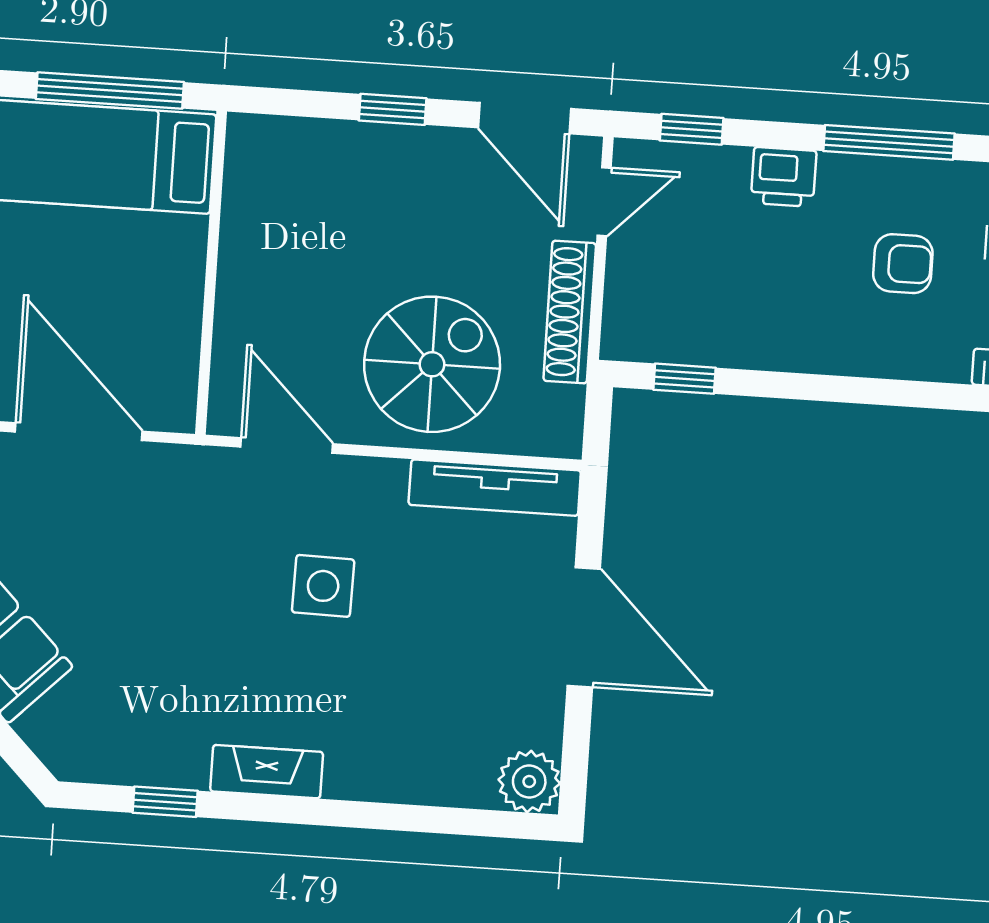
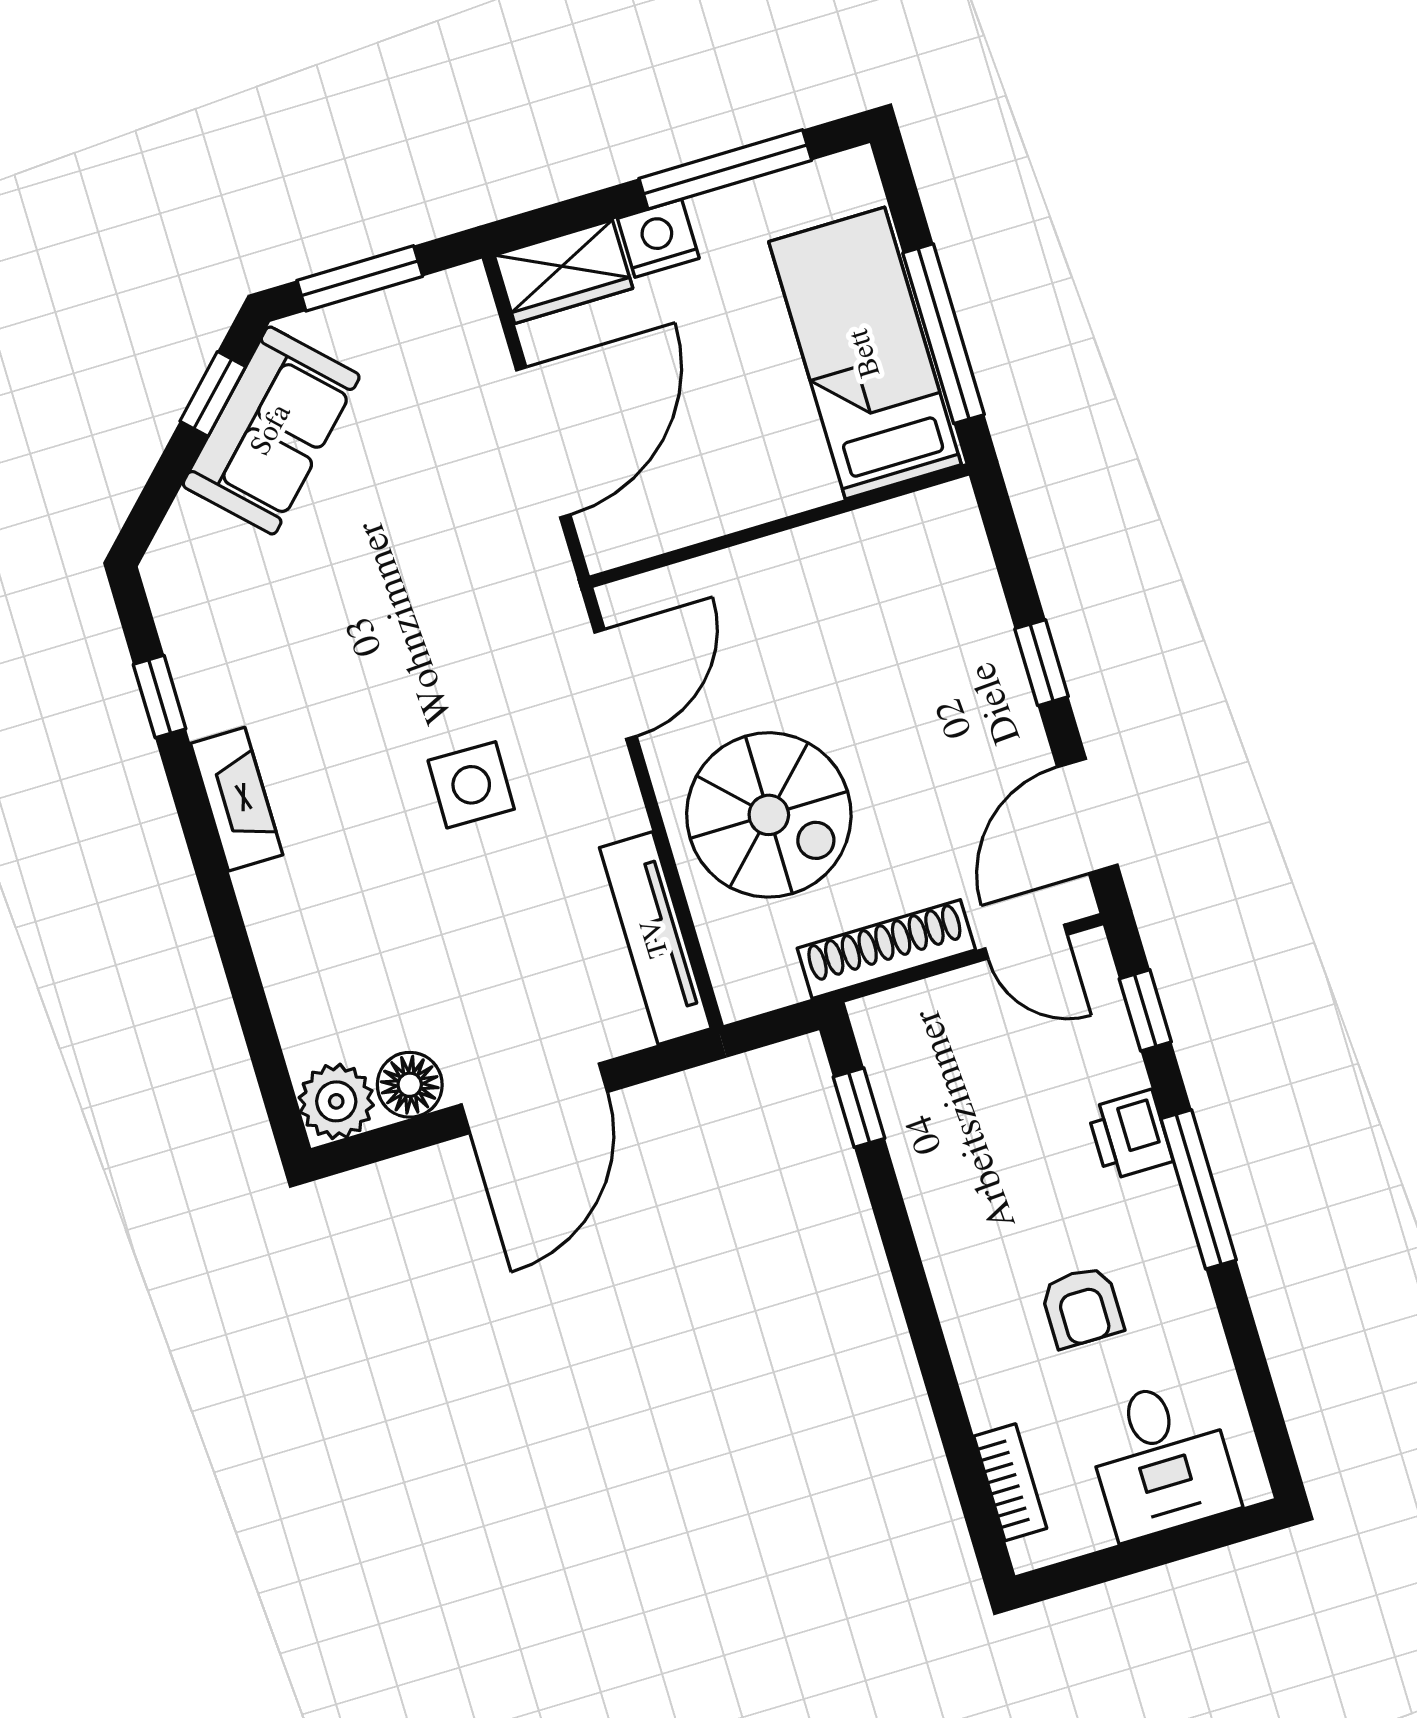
window: (889, 142) -> (1199, 1189), moved
floor lamp: (537, 720) -> (410, 1085), added

